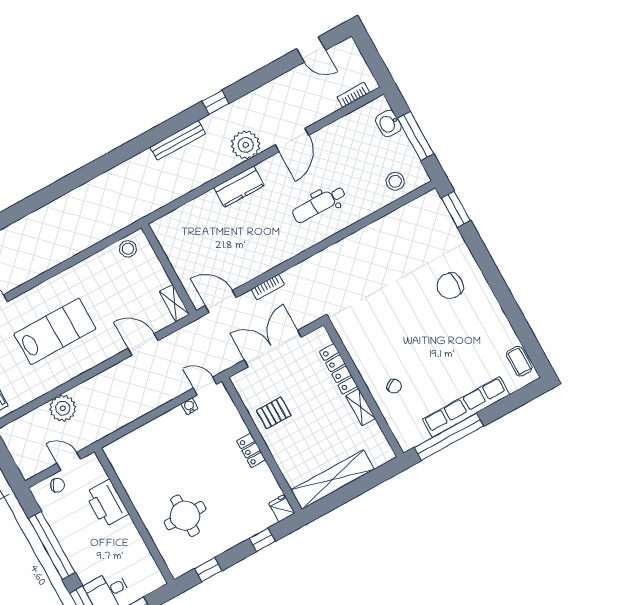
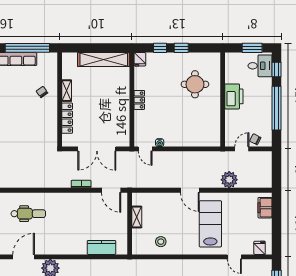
kitchen counter: (239, 187) -> (101, 247), moved
stool: (128, 249) -> (161, 242), moved
shelving: (174, 303) -> (137, 217), moved
lab bench: (55, 331) -> (210, 224), turned 90
door: (143, 344) -> (190, 190), moved
pallet: (274, 413) -> (116, 114), removed
door: (69, 461) -> (242, 149), swing flipped
printer: (107, 503) -> (234, 96), moved
window: (208, 570) -> (181, 48), moved

